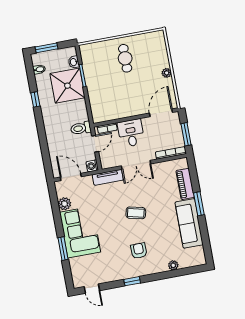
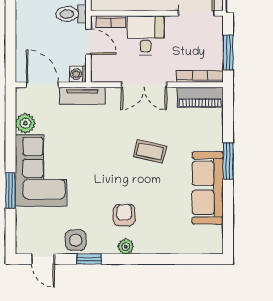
door: (95, 144) -> (88, 42), hinge flipped
tv unit: (108, 177) -> (82, 96), moved
piano: (185, 184) -> (200, 97), moved, turned -90
coffee table: (136, 213) -> (150, 151), moved
plant: (173, 265) -> (126, 247), moved
side table: (111, 273) -> (76, 240), added
window: (132, 281) -> (89, 259), moved

